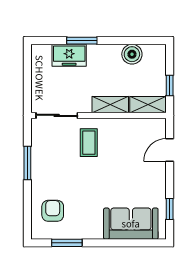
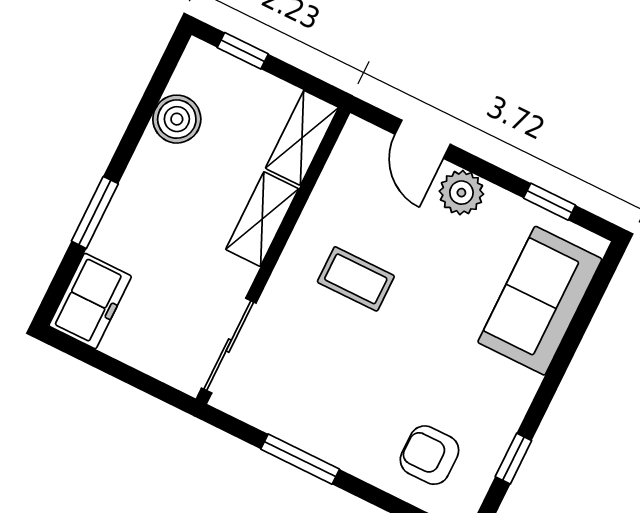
freezer: (69, 55) -> (90, 301), moved
window: (170, 85) -> (243, 51), moved
coffee table: (89, 143) -> (356, 279), moved
plant: (157, 174) -> (461, 193), added
window: (67, 243) -> (513, 459), width x0.67

